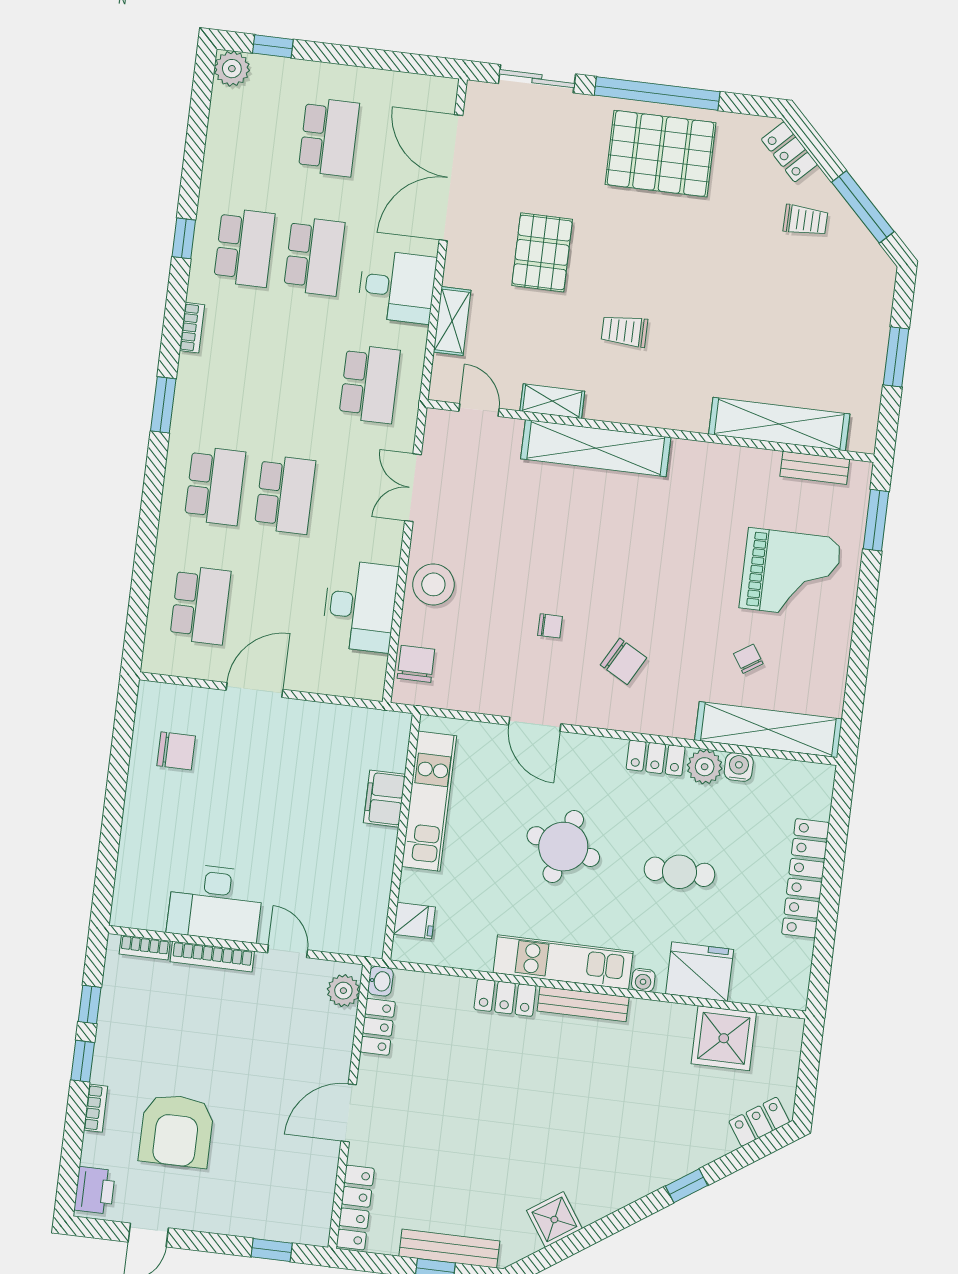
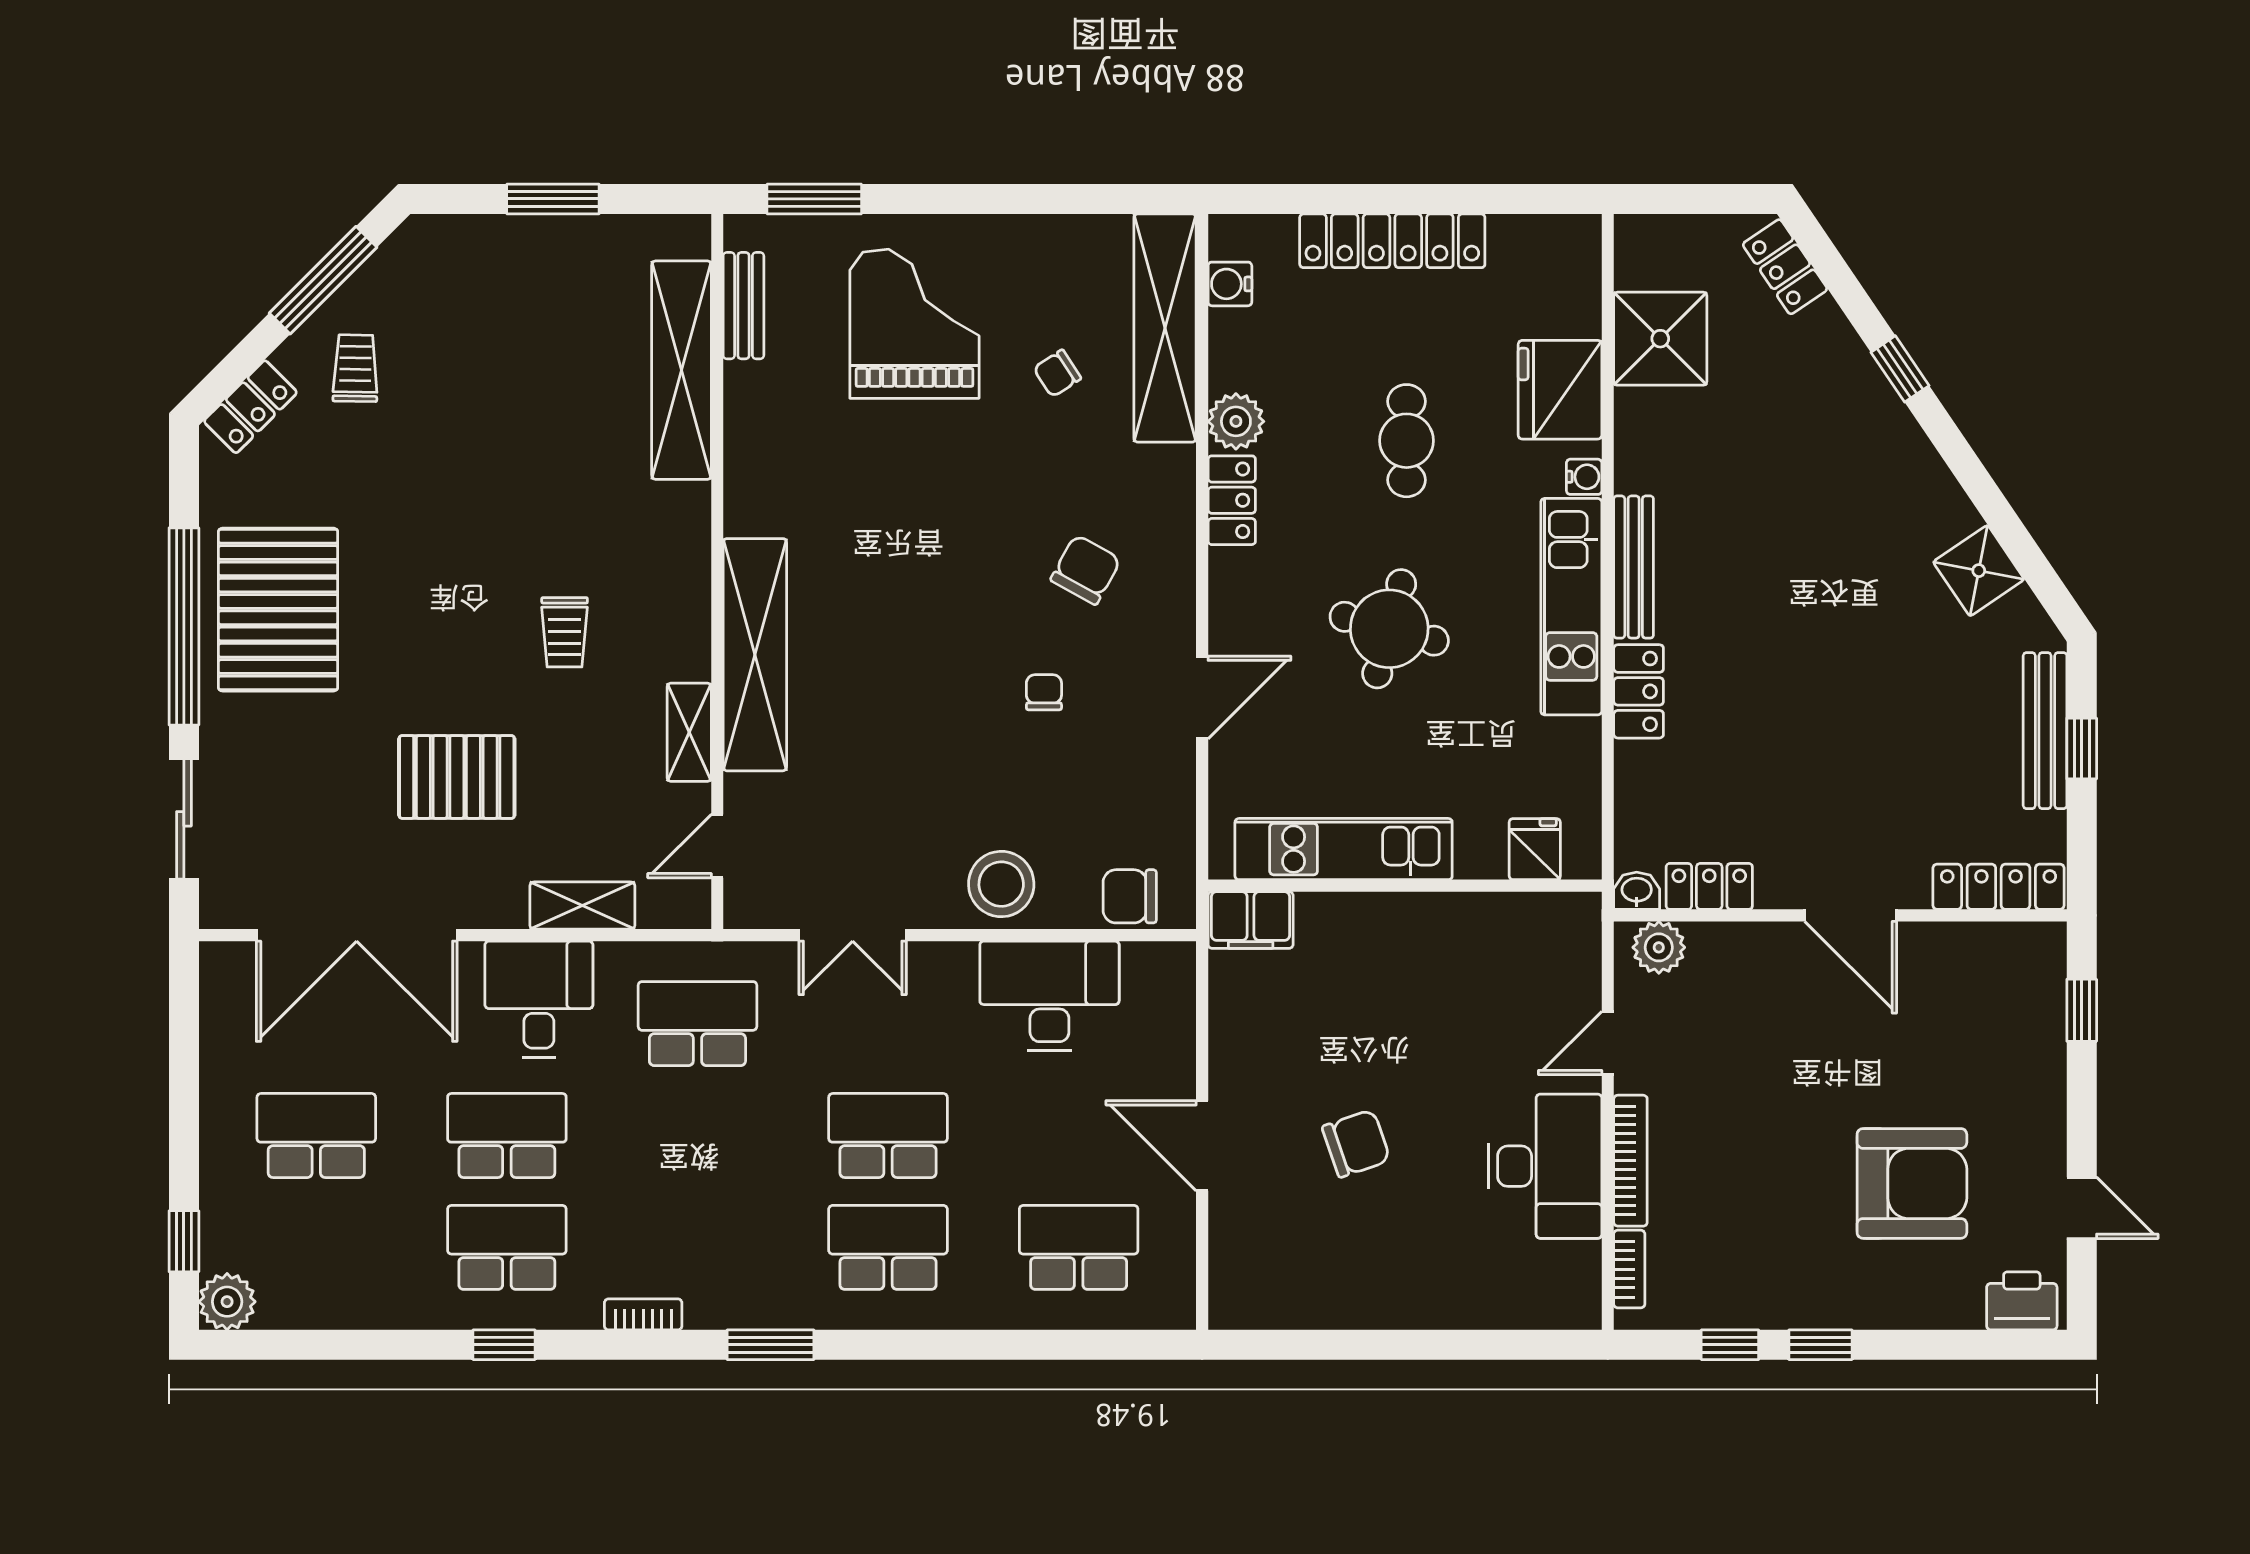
chair: (176, 751) -> (1356, 1143), moved, turned 71
water cooler: (739, 767) -> (1230, 284), moved
filing cabinet: (384, 799) -> (1251, 920), moved
bookcase: (96, 1108) -> (1892, 1315), removed

